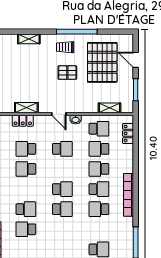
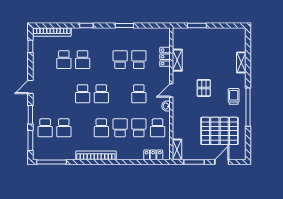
pallet: (67, 73) -> (204, 88), moved
shelving: (110, 108) -> (177, 150), moved
school desk: (99, 209) -> (64, 128), moved, turned 180
school desk: (26, 229) -> (64, 60), turned 180

